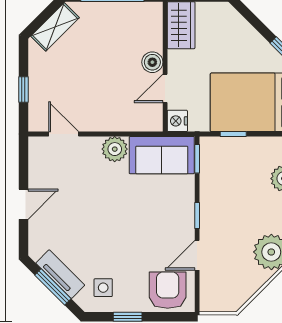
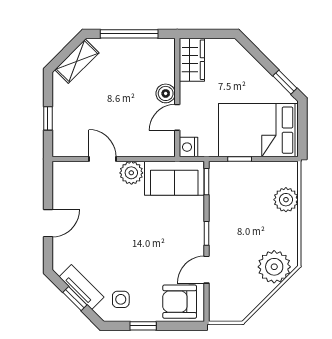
door: (64, 134) -> (103, 159), moved
window: (53, 287) -> (75, 299), width x0.67
armchair: (168, 290) -> (180, 302), turned -90

